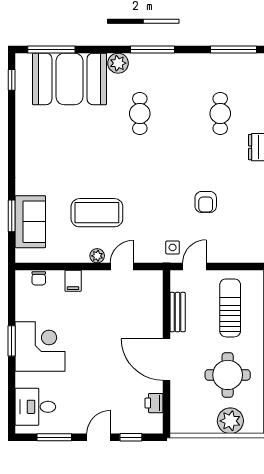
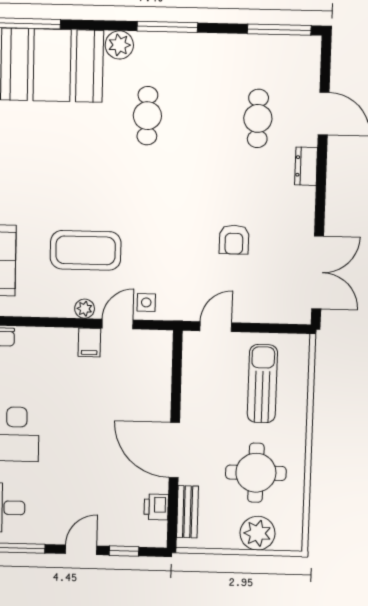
side table: (173, 247) -> (146, 302), moved
filing cabinet: (73, 281) -> (89, 342), moved
bench: (178, 312) -> (188, 512), moved

